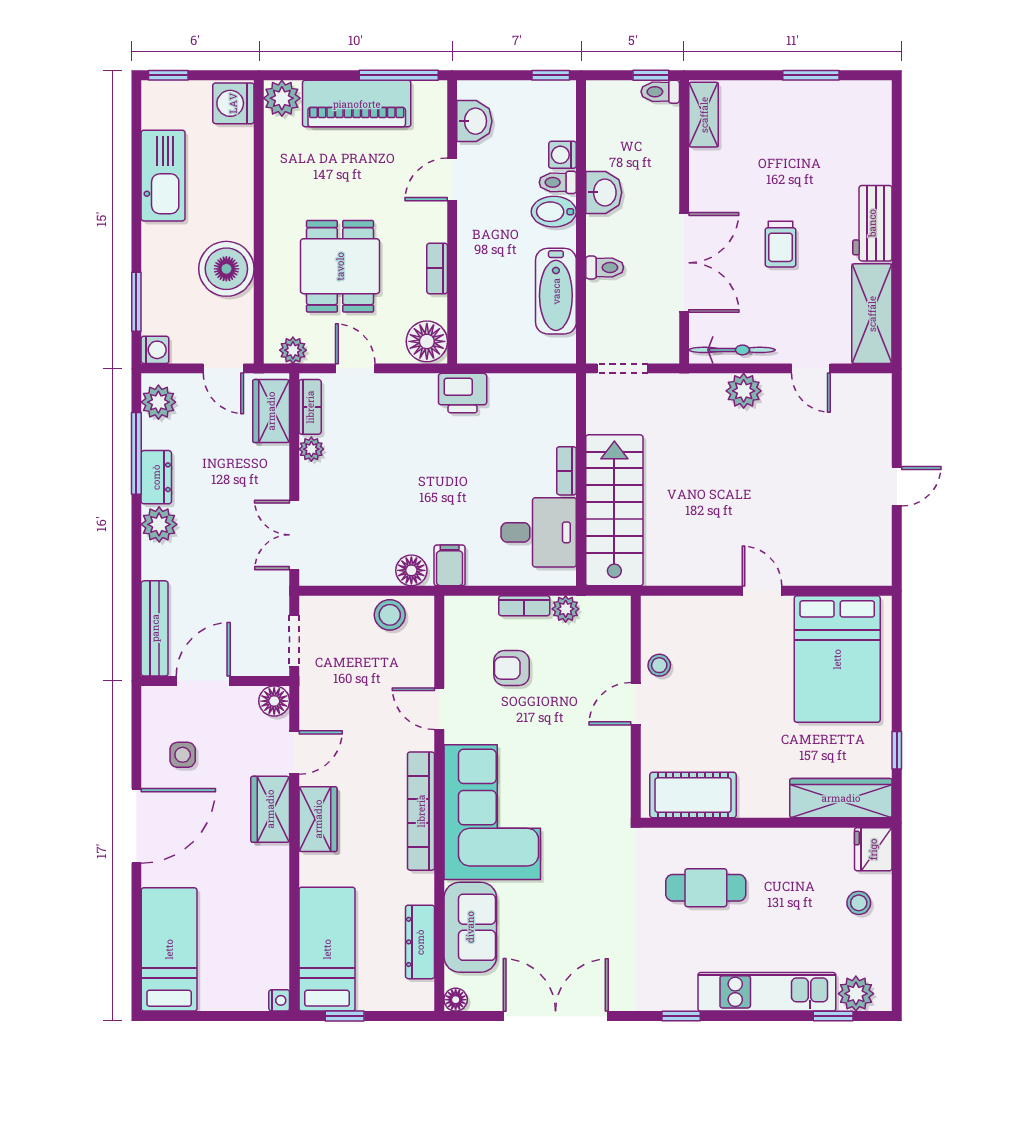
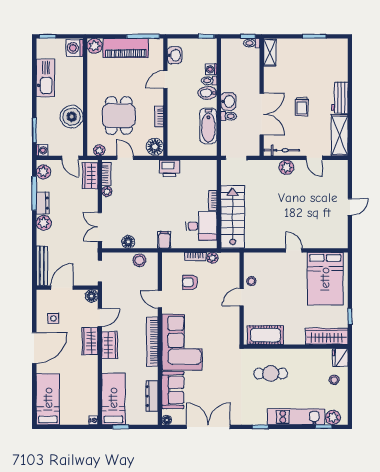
washbasin: (604, 192) -> (228, 101), moved
floor lamp: (411, 570) -> (128, 242), moved

